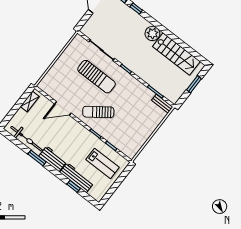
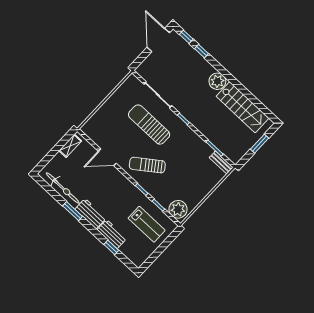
sun lounger: (97, 77) -> (149, 125), turned 180
plant: (128, 148) -> (178, 209), added
workbench: (77, 178) -> (112, 234), width x0.73

